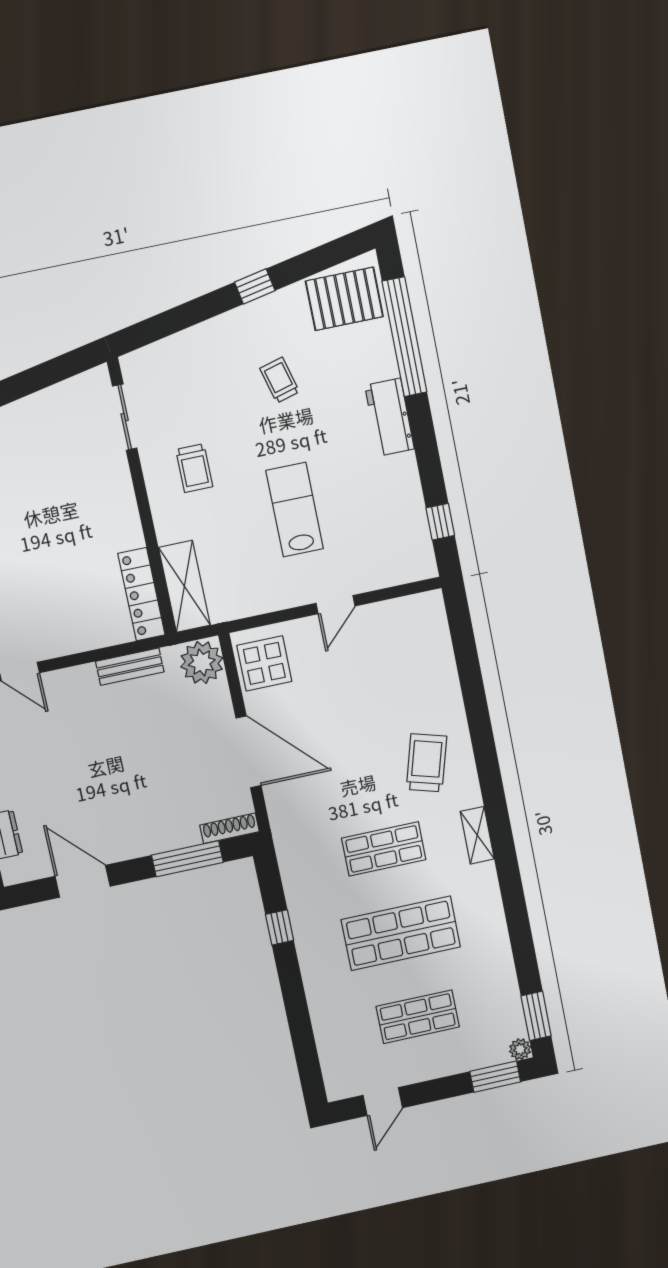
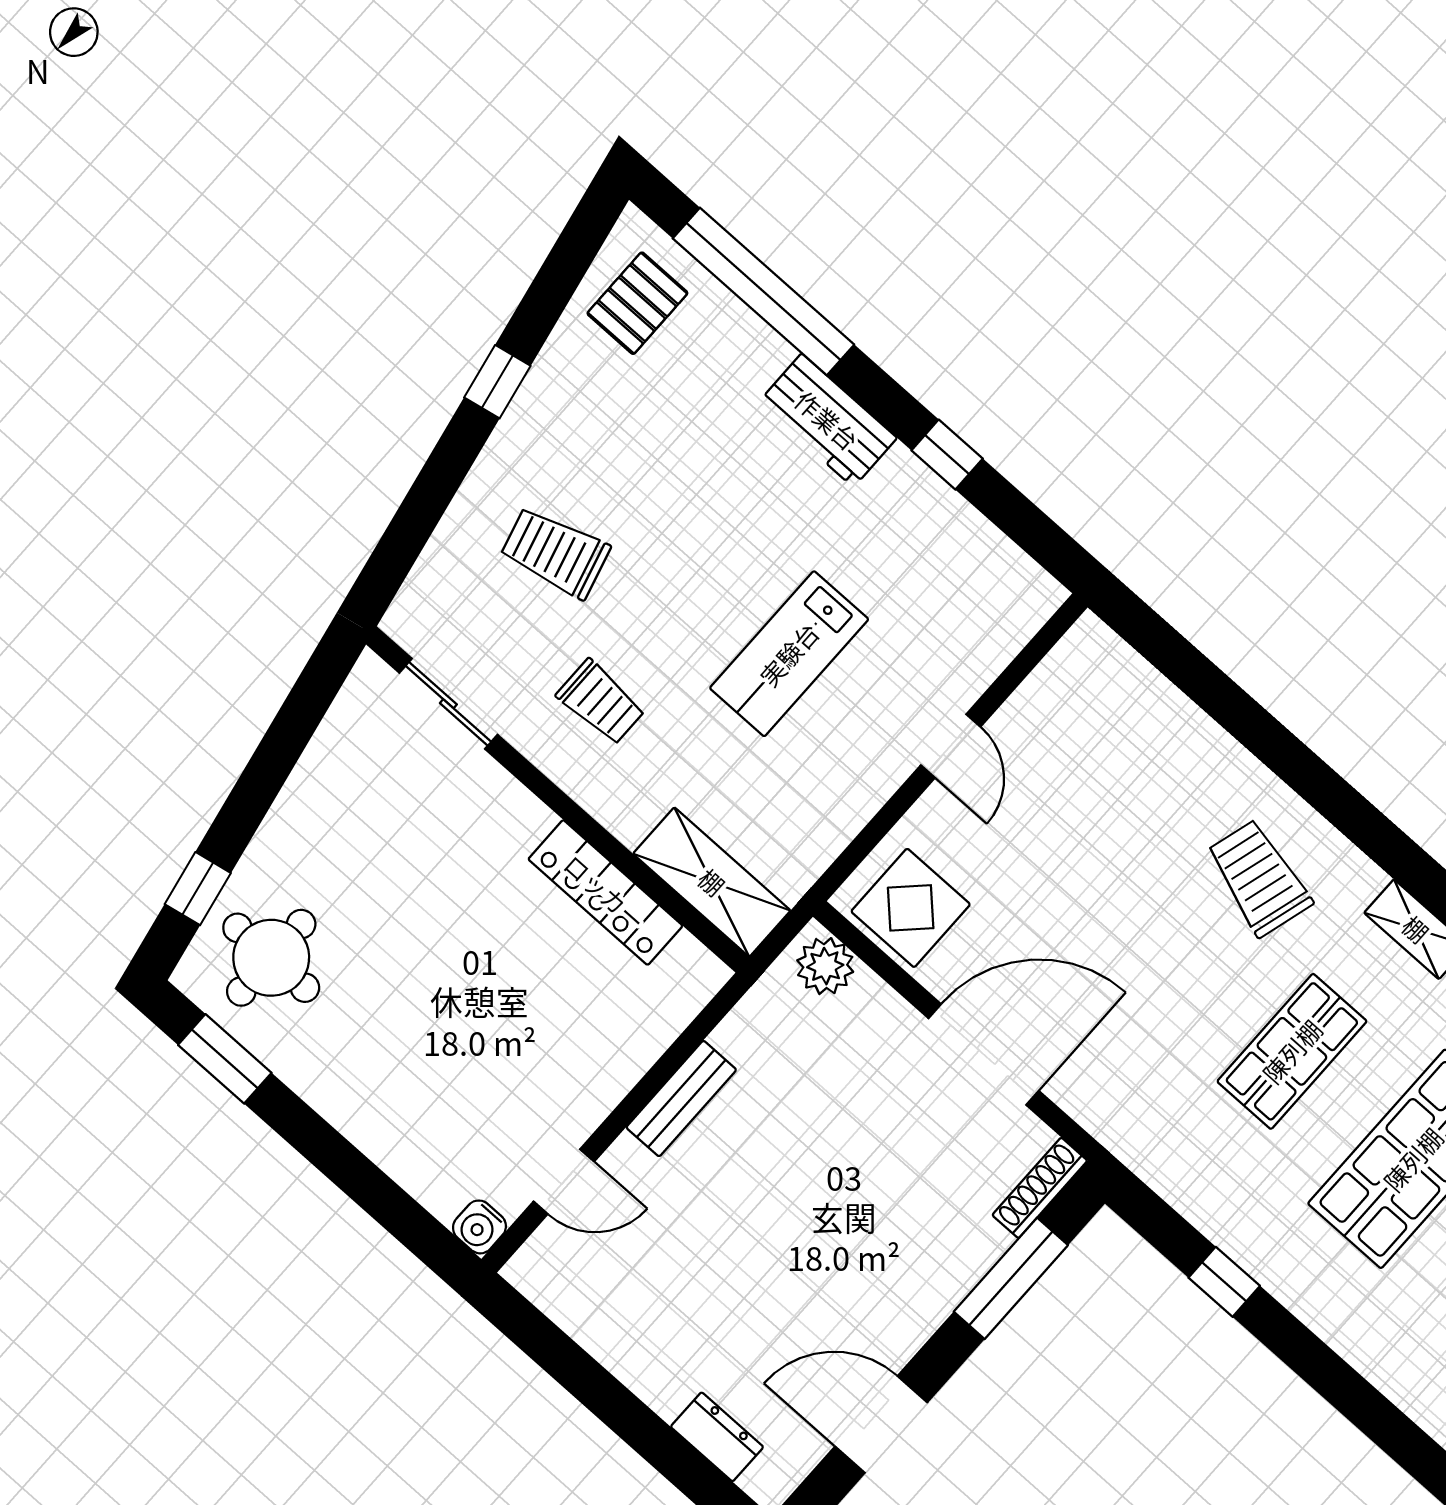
pallet: (344, 299) -> (637, 303), width x0.67, depth x0.71
trolley: (280, 380) -> (555, 552), moved, width x1.36, depth x1.39
lab bench: (295, 510) -> (789, 654), turned -90
window: (440, 522) -> (947, 455), moved
locker: (141, 594) -> (605, 892), moved
plant: (202, 662) -> (825, 966), width x0.73, depth x0.73
bench: (130, 667) -> (681, 1099), moved

